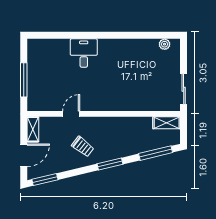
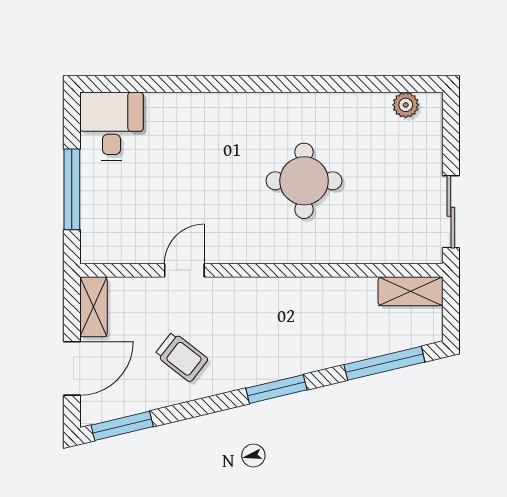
desk: (84, 53) -> (111, 126), moved
round table: (122, 76) -> (304, 181), added
trolley: (83, 147) -> (181, 357), moved

